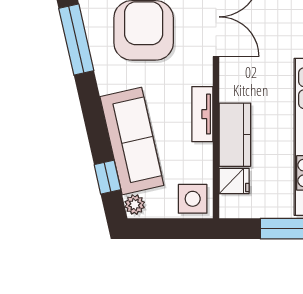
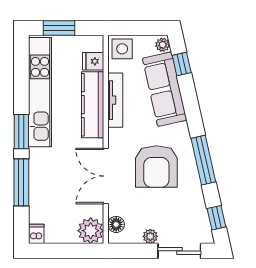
tv unit: (202, 114) -> (115, 100), width x1.41
kitchen counter: (235, 135) -> (93, 105), width x1.50

